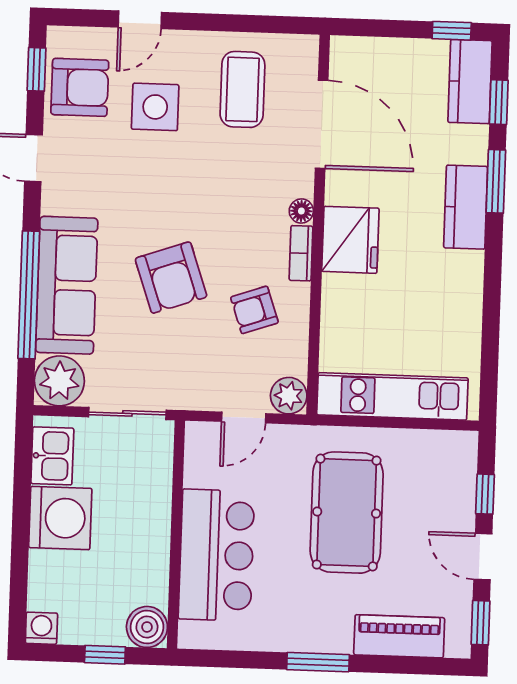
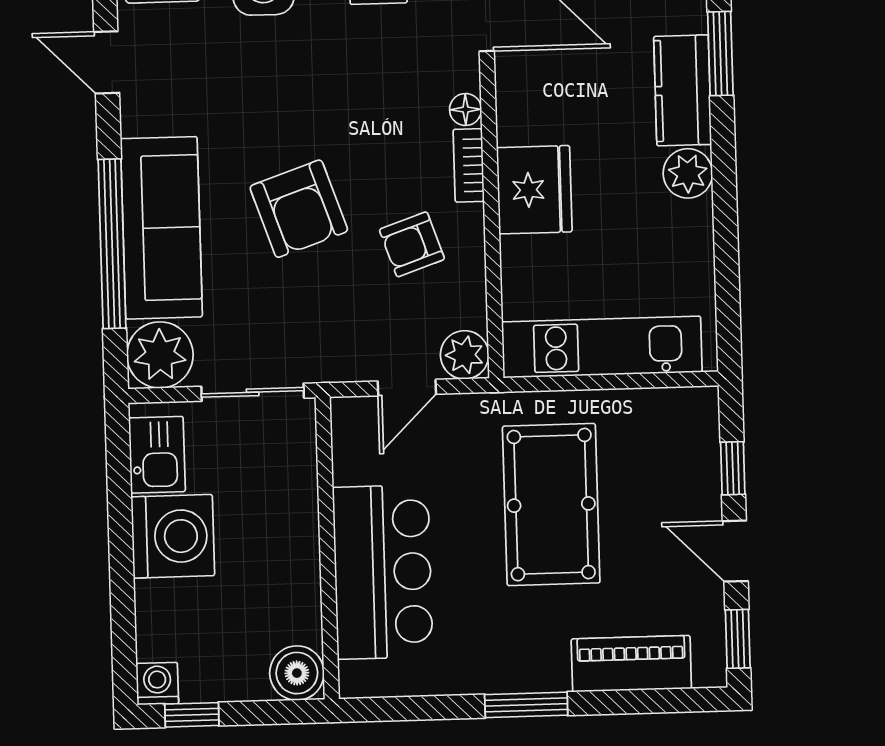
fridge: (350, 240) -> (534, 190), moved
plant: (466, 270) -> (688, 173), added
window: (105, 655) -> (192, 715), moved

